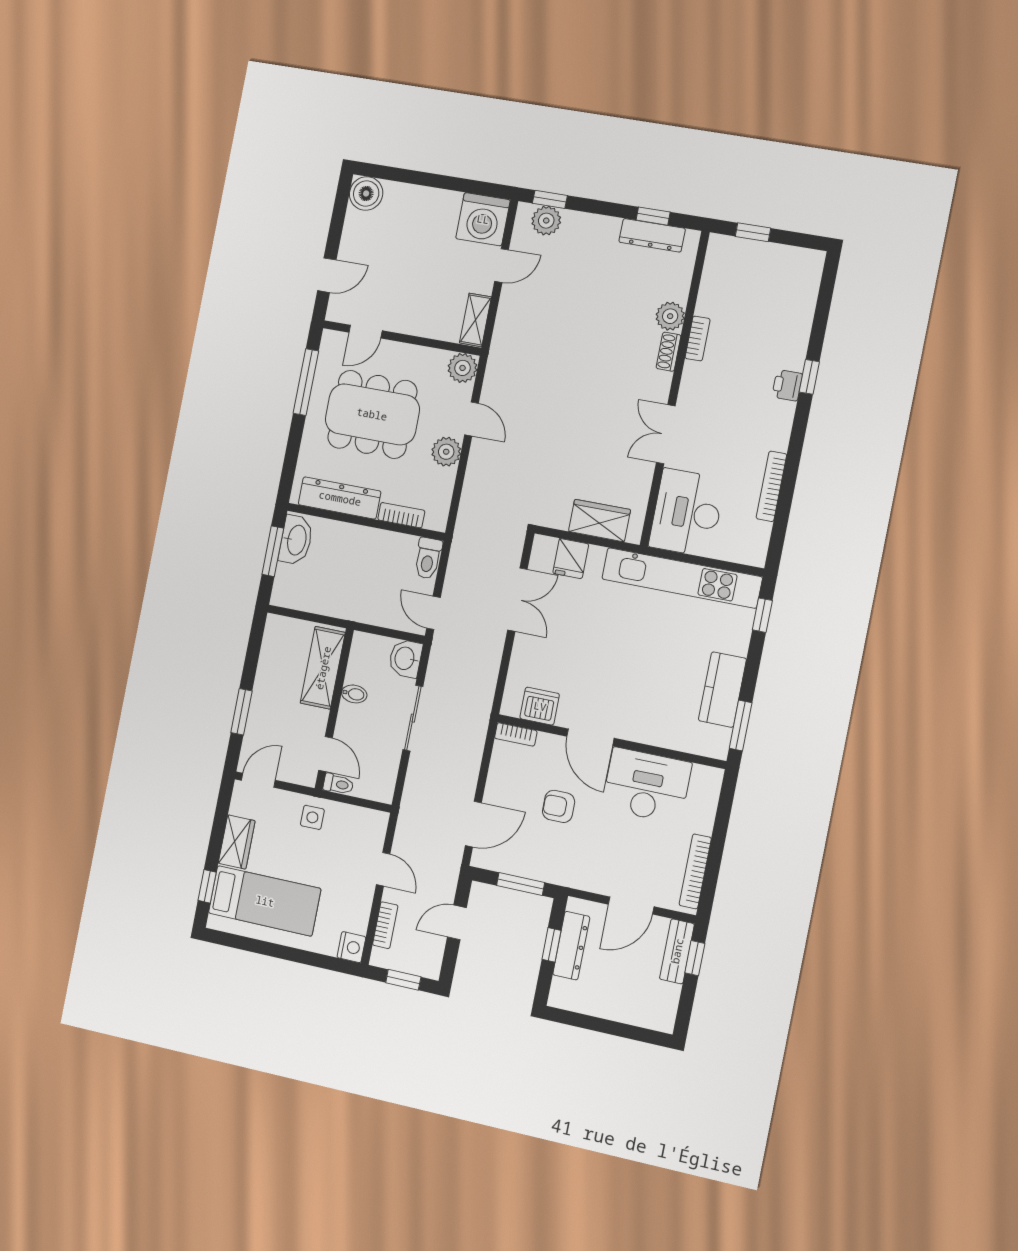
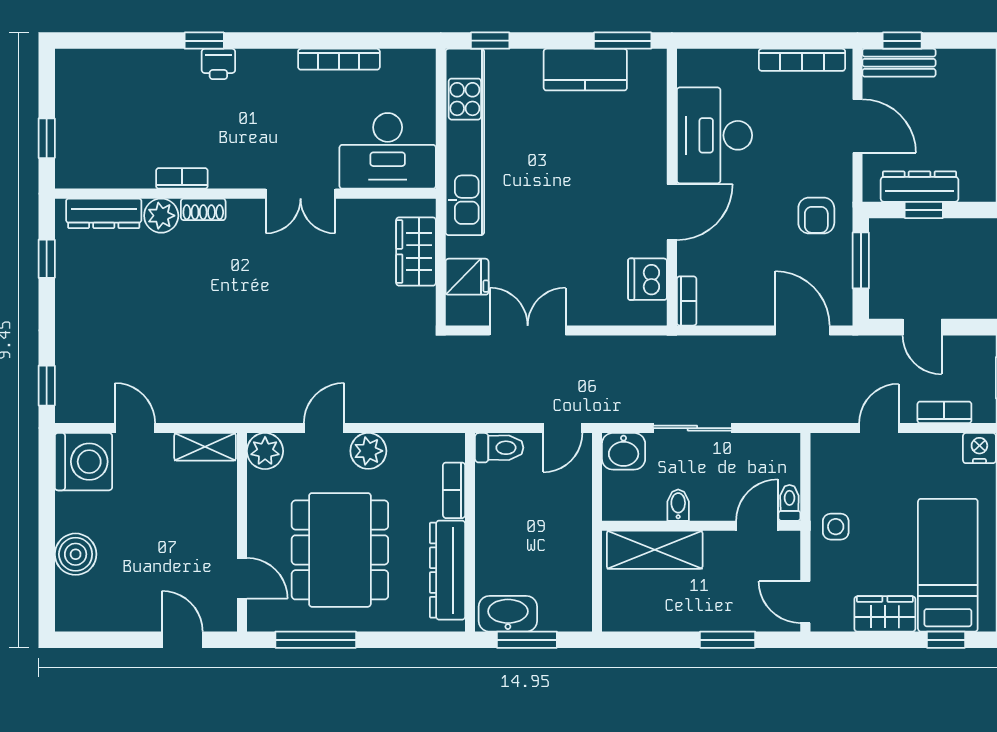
boiler: (366, 193) -> (76, 554), moved
plant: (546, 221) -> (73, 385), removed
dresser: (652, 235) -> (104, 213), moved, turned 90
armchair: (559, 806) -> (816, 216), moved

